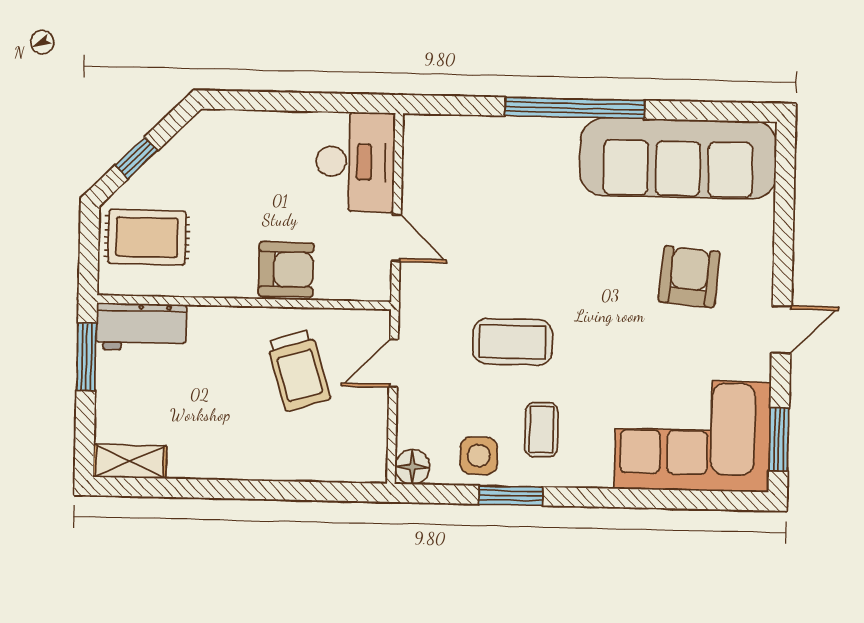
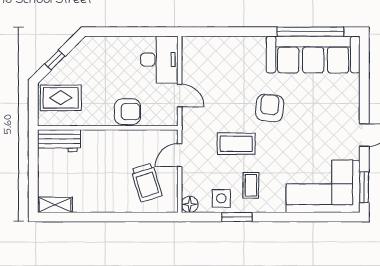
window: (575, 108) -> (310, 32), moved
armchair: (689, 277) -> (270, 108), moved
window: (87, 357) -> (33, 155), removed
trolley: (298, 370) -> (147, 183), moved

